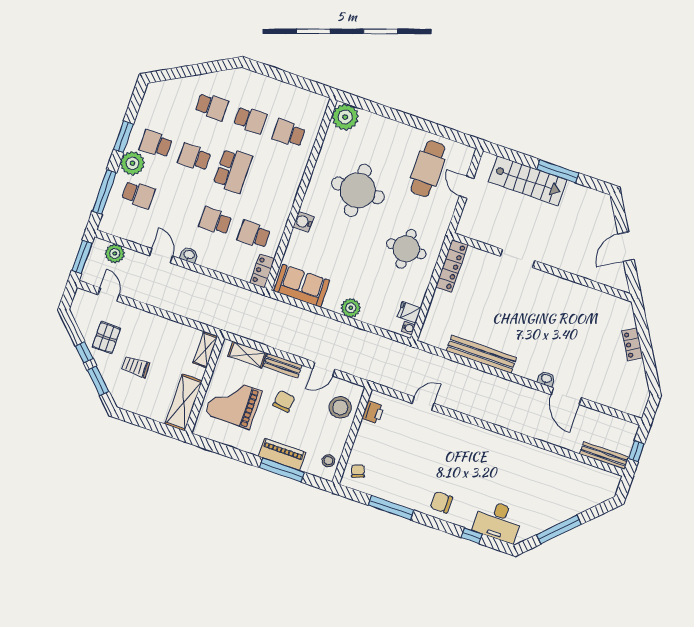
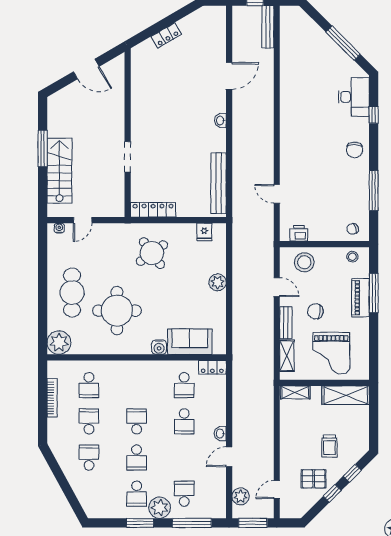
bookcase: (289, 89) -> (52, 398), added
cafe table: (428, 169) -> (72, 293), moved, turned 90
school desk: (233, 171) -> (137, 421), width x0.54
round table: (406, 249) -> (152, 253), turned -36
sofa: (302, 286) -> (190, 342), moved, turned 90
water cooler: (408, 328) -> (59, 228), moved
bench: (481, 354) -> (218, 183), moved
washbasin: (546, 379) -> (220, 121), moved
window: (98, 381) -> (352, 473), width x0.67

